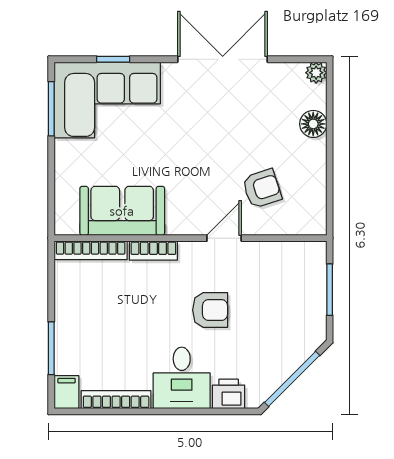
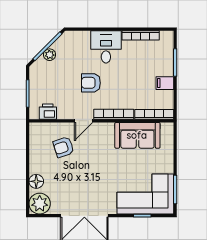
plant: (316, 73) -> (40, 204), width x1.88, depth x1.88
bookcase: (153, 251) -> (114, 114), width x1.56
plant: (288, 363) -> (50, 55), added
filing cabinet: (67, 392) -> (165, 83), moved, turned 90
printer: (229, 394) -> (48, 112), moved, turned 180

